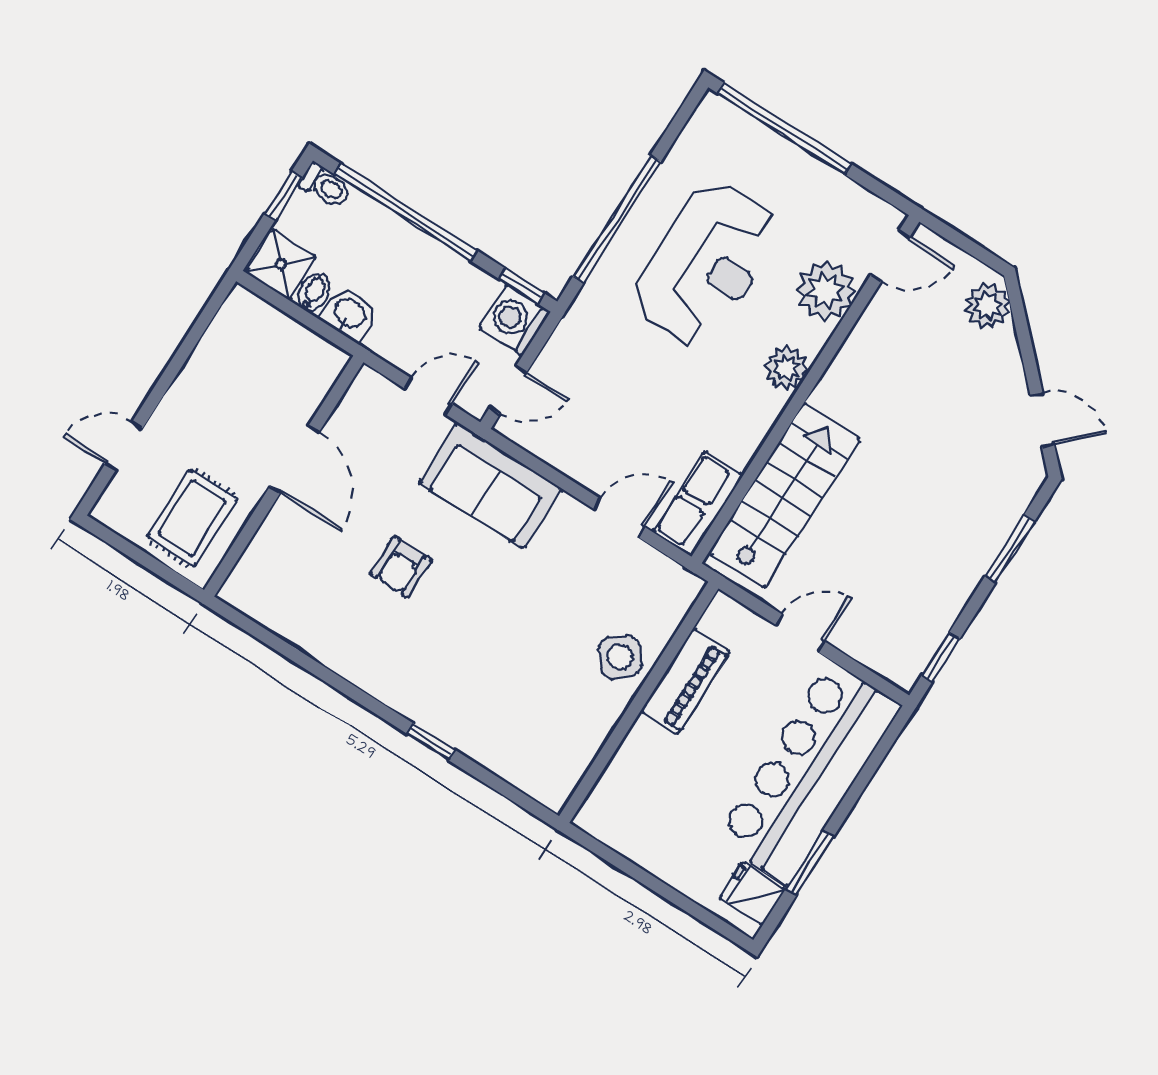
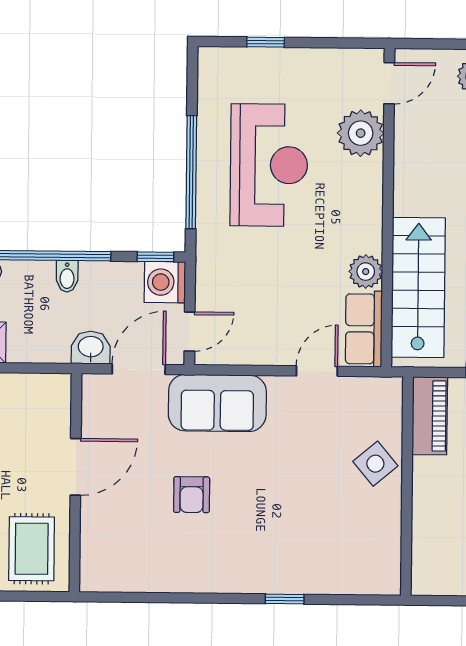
window: (784, 129) -> (266, 42), width x0.32
bidet: (314, 292) -> (67, 276), moved, turned 180
washbasin: (349, 314) -> (91, 348), moved
plant: (786, 368) -> (366, 272), moved
door: (428, 396) -> (139, 369), width x1.38
door: (294, 459) -> (76, 467), hinge flipped
piano: (685, 682) -> (430, 416), moved

